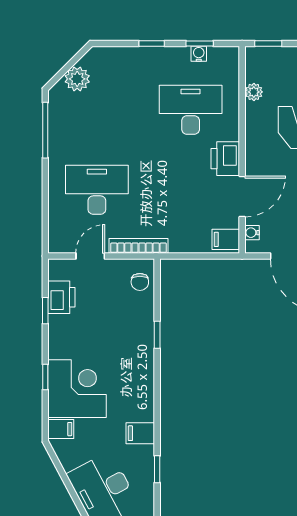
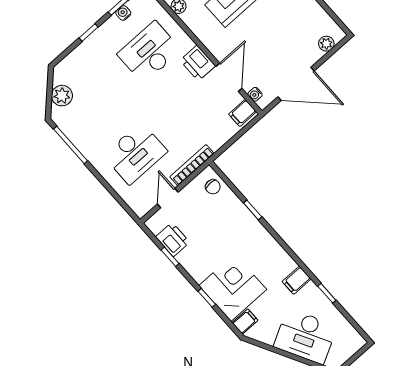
desk: (97, 190) -> (135, 153), turned 180

